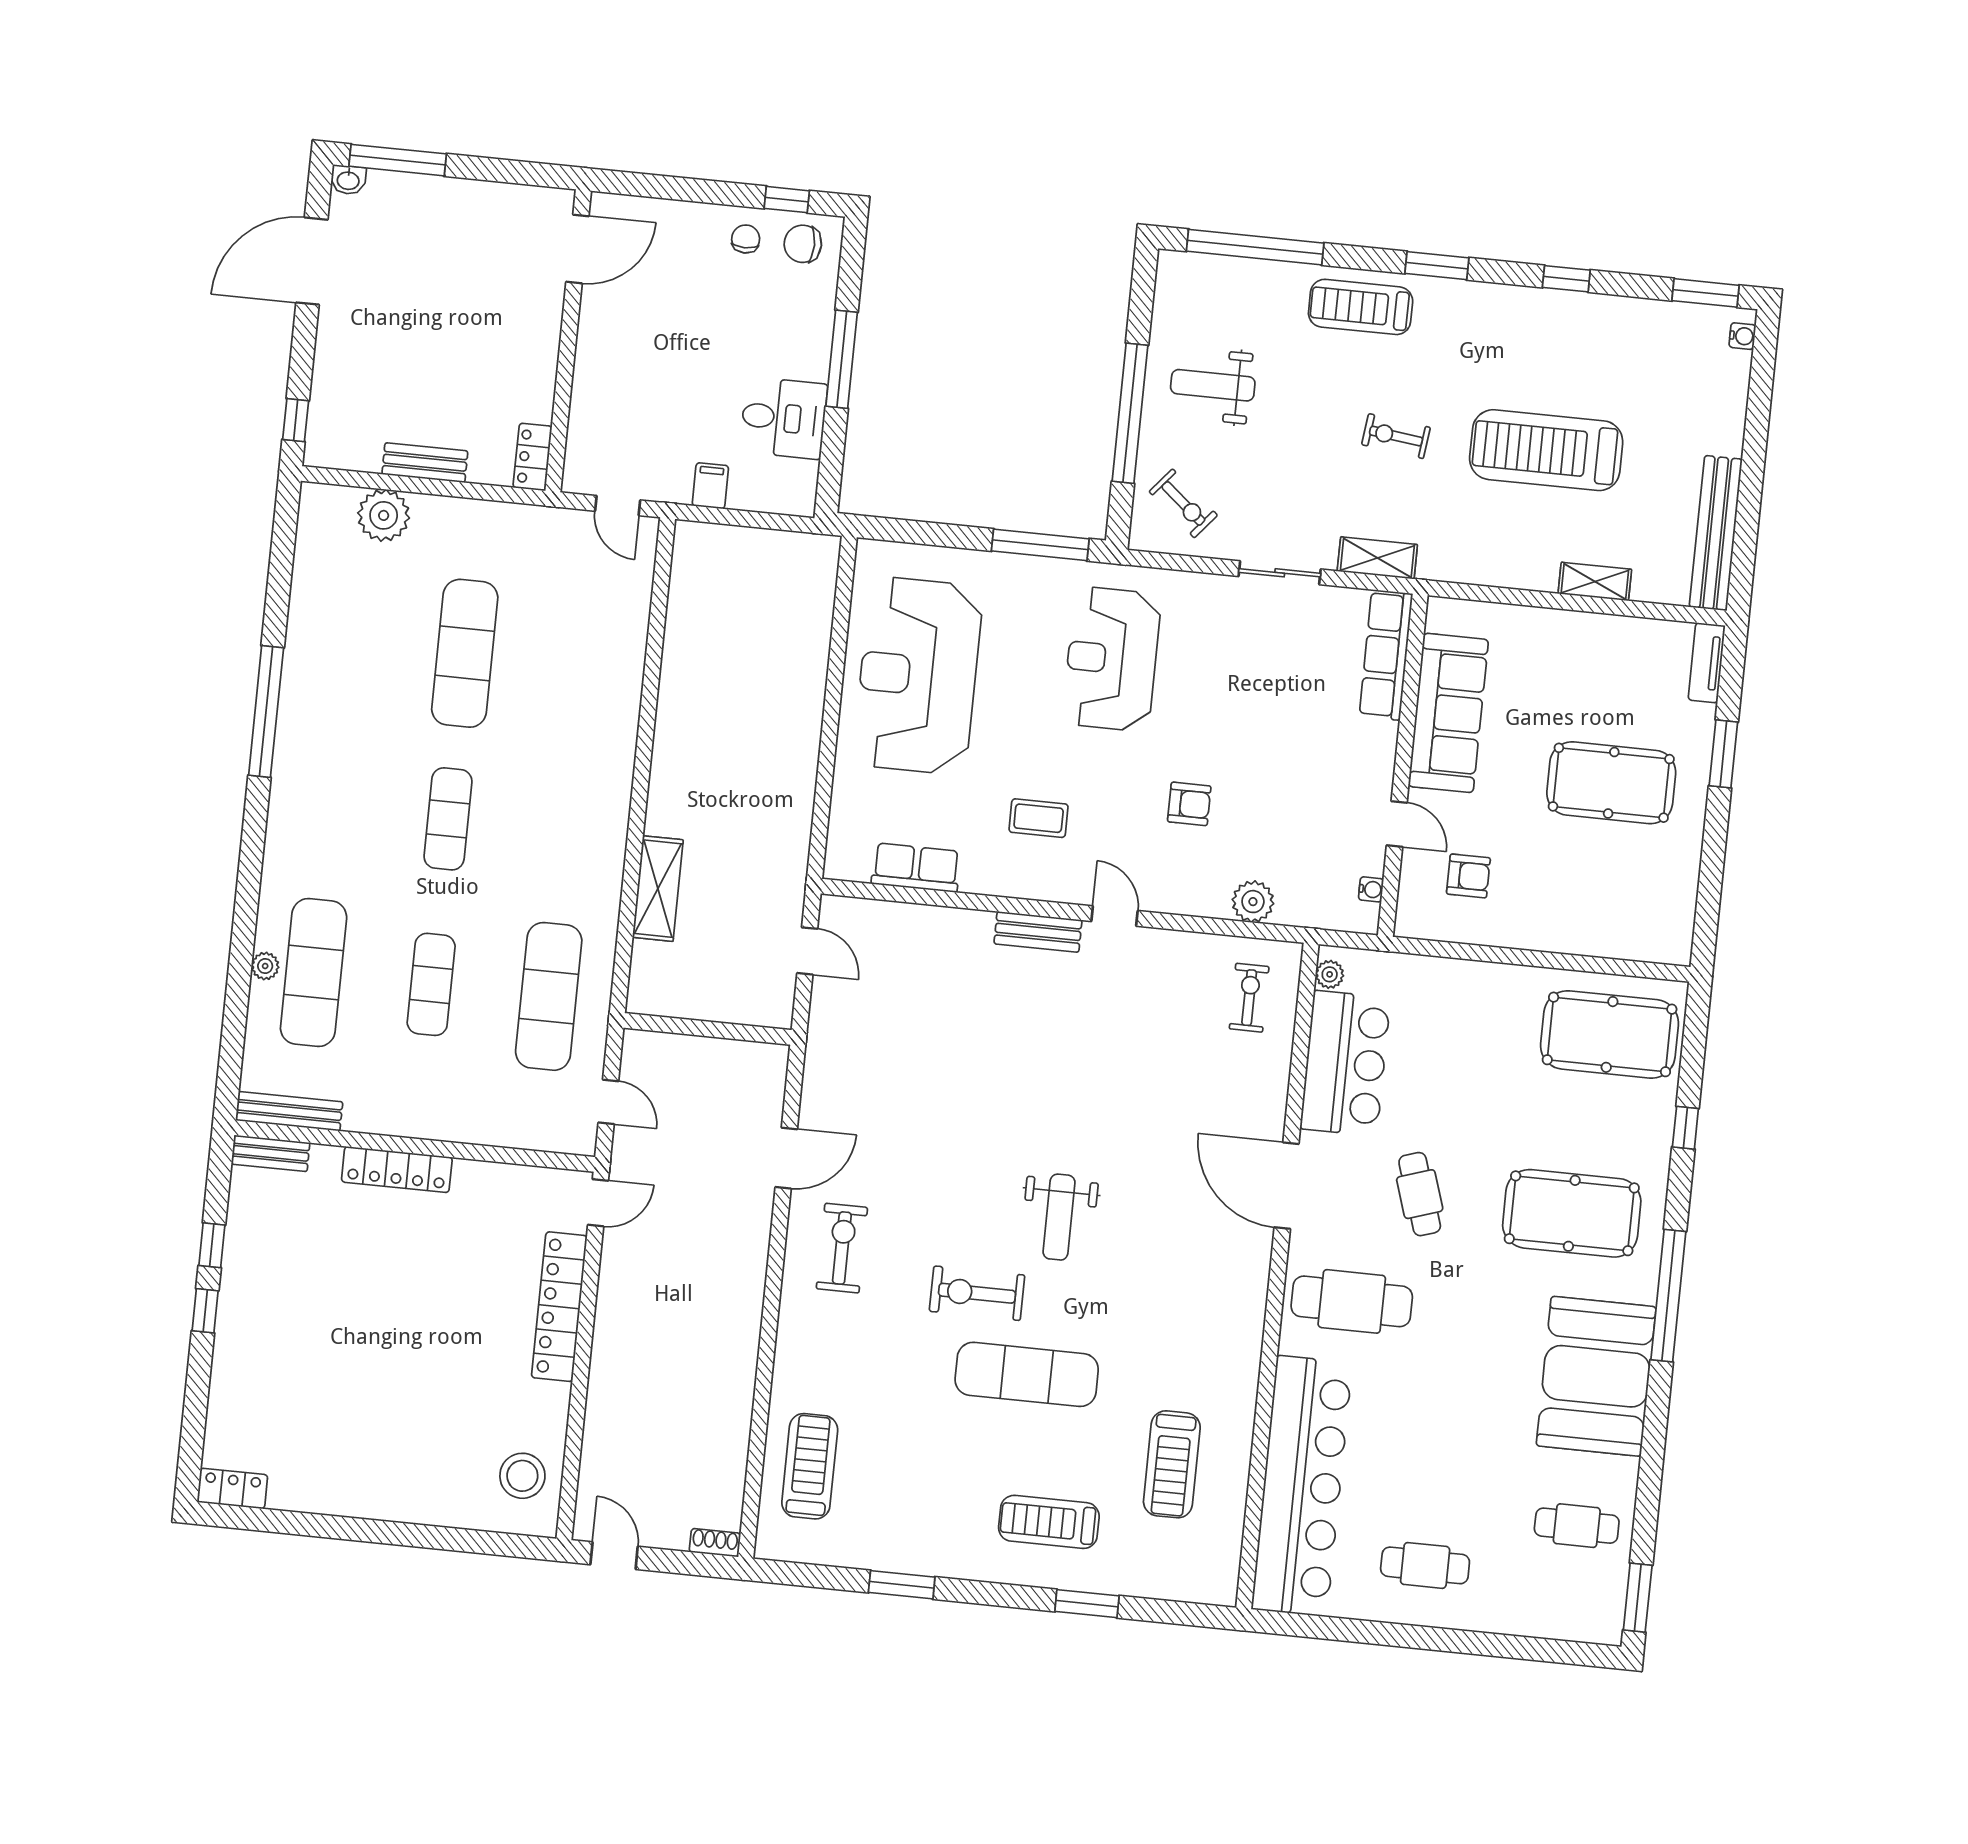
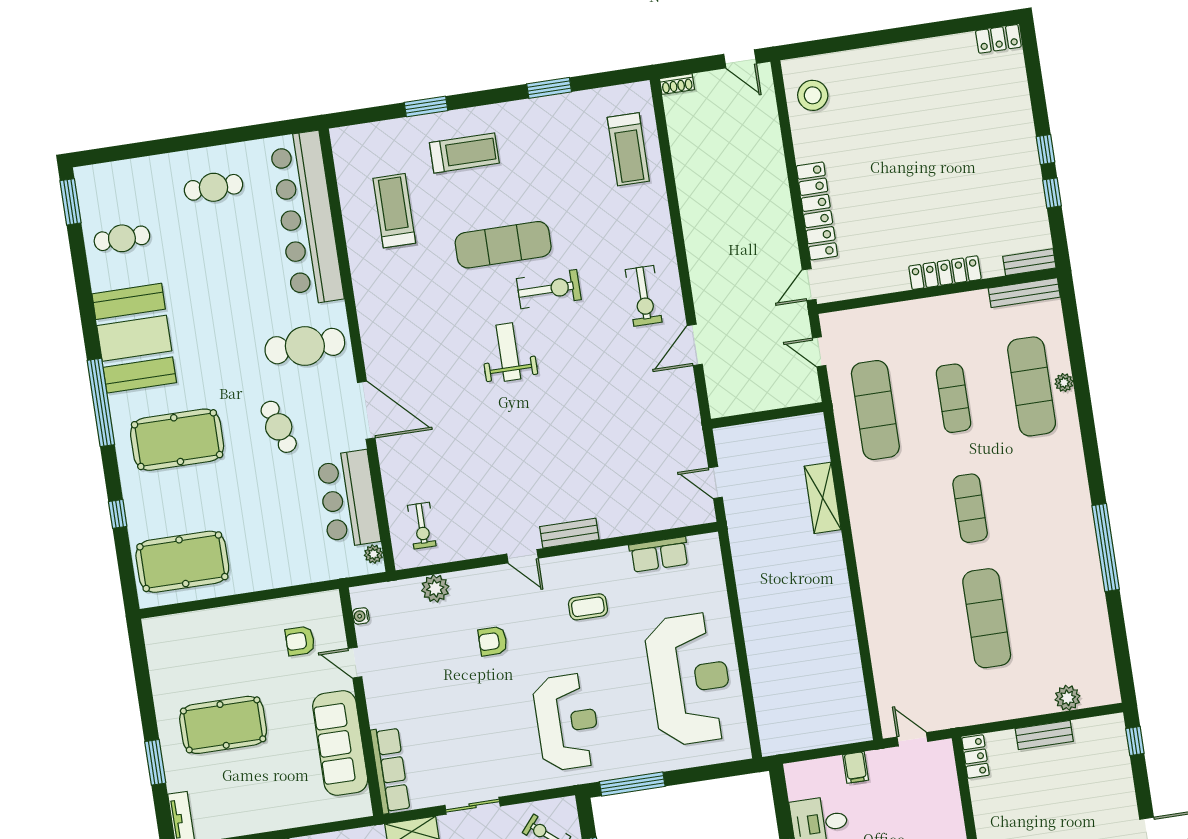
plant: (384, 515) -> (1067, 698), width x0.73, depth x0.73

